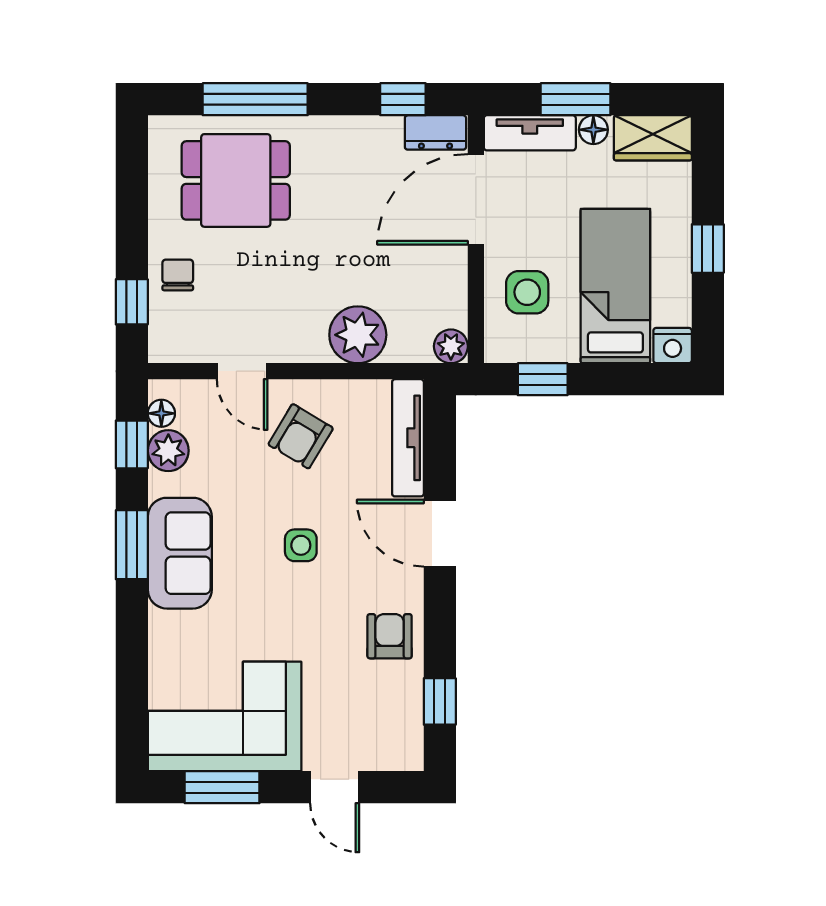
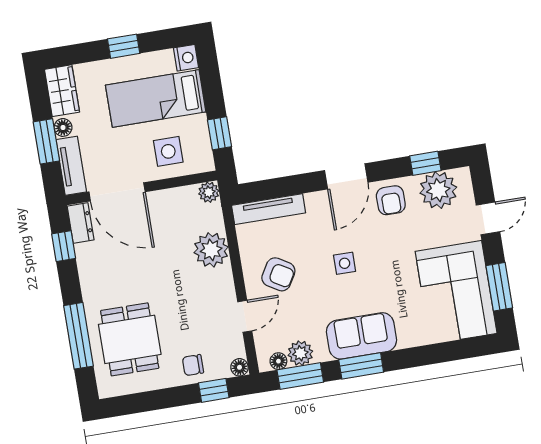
floor lamp: (162, 349) -> (240, 367), added
window: (132, 444) -> (300, 376), width x1.50
door: (440, 533) -> (346, 176), moved
armchair: (390, 636) -> (391, 200), turned -90
plant: (393, 715) -> (438, 190), added

